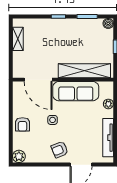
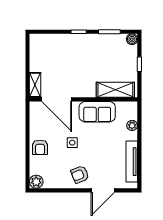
shelving: (18, 39) -> (35, 85), moved
shelving: (84, 71) -> (115, 90), width x0.68
sofa: (76, 91) -> (97, 112), width x0.73

